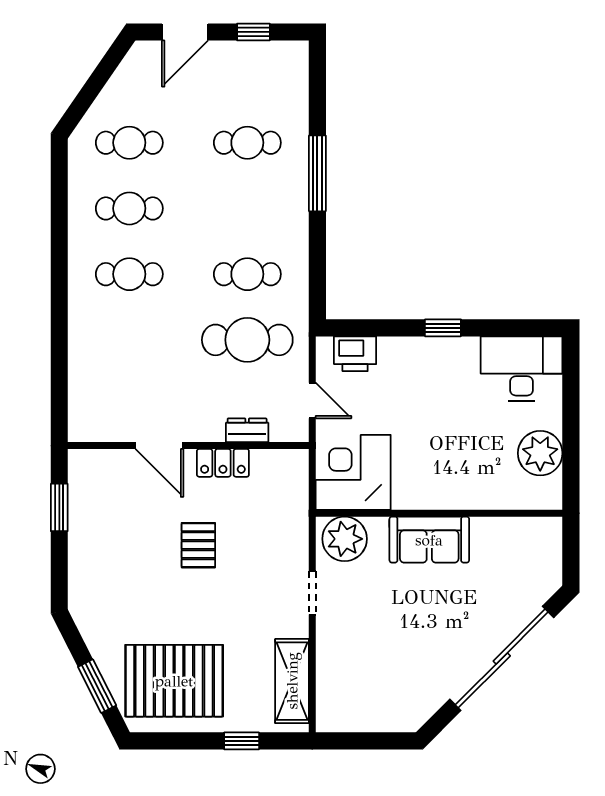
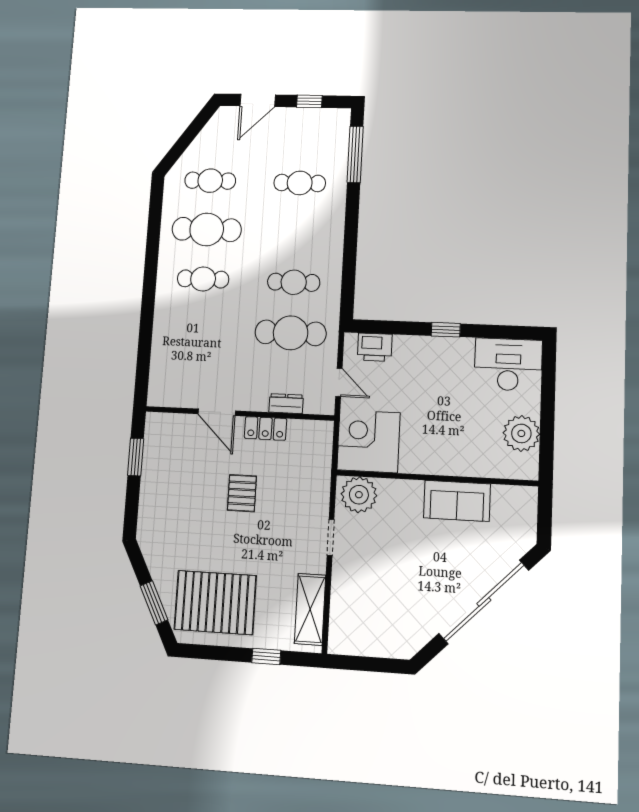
window: (317, 173) -> (355, 154), moved
cafe table: (129, 208) -> (207, 229), width x1.37, depth x1.35
sofa: (429, 540) -> (457, 501), moved

